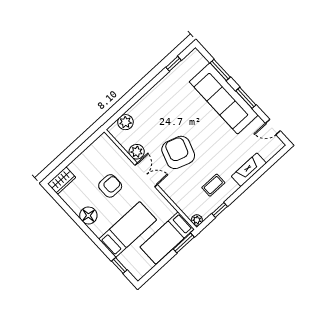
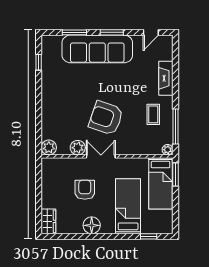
plant: (125, 122) -> (49, 147), moved
window: (220, 210) -> (175, 126), width x2.17

